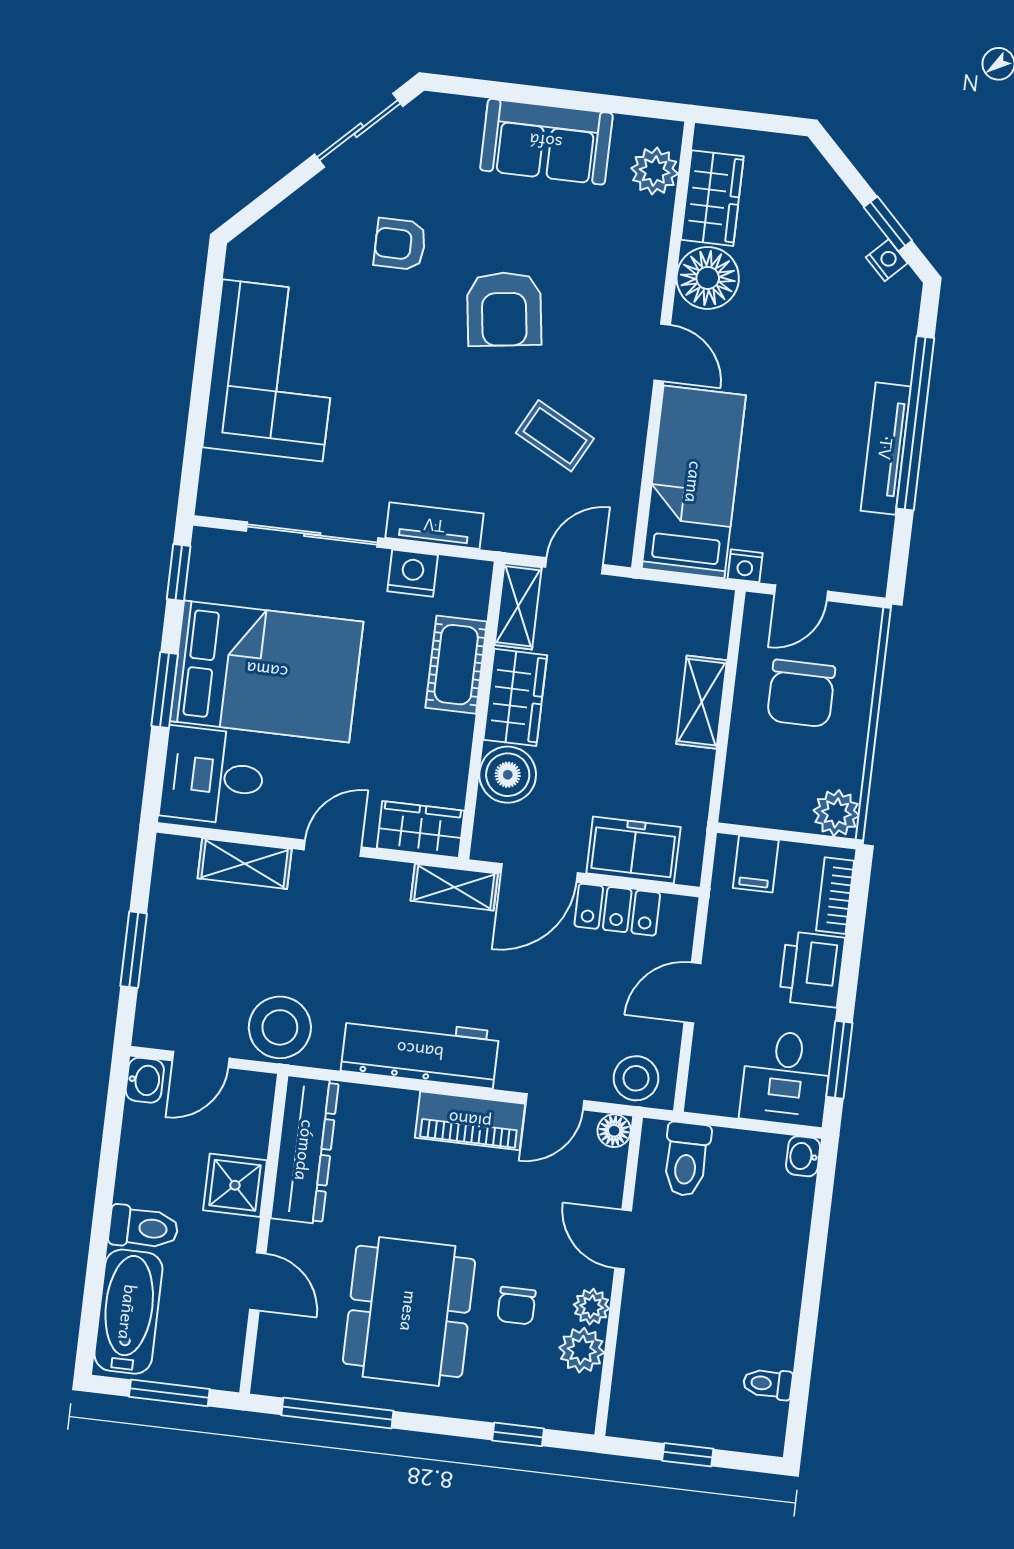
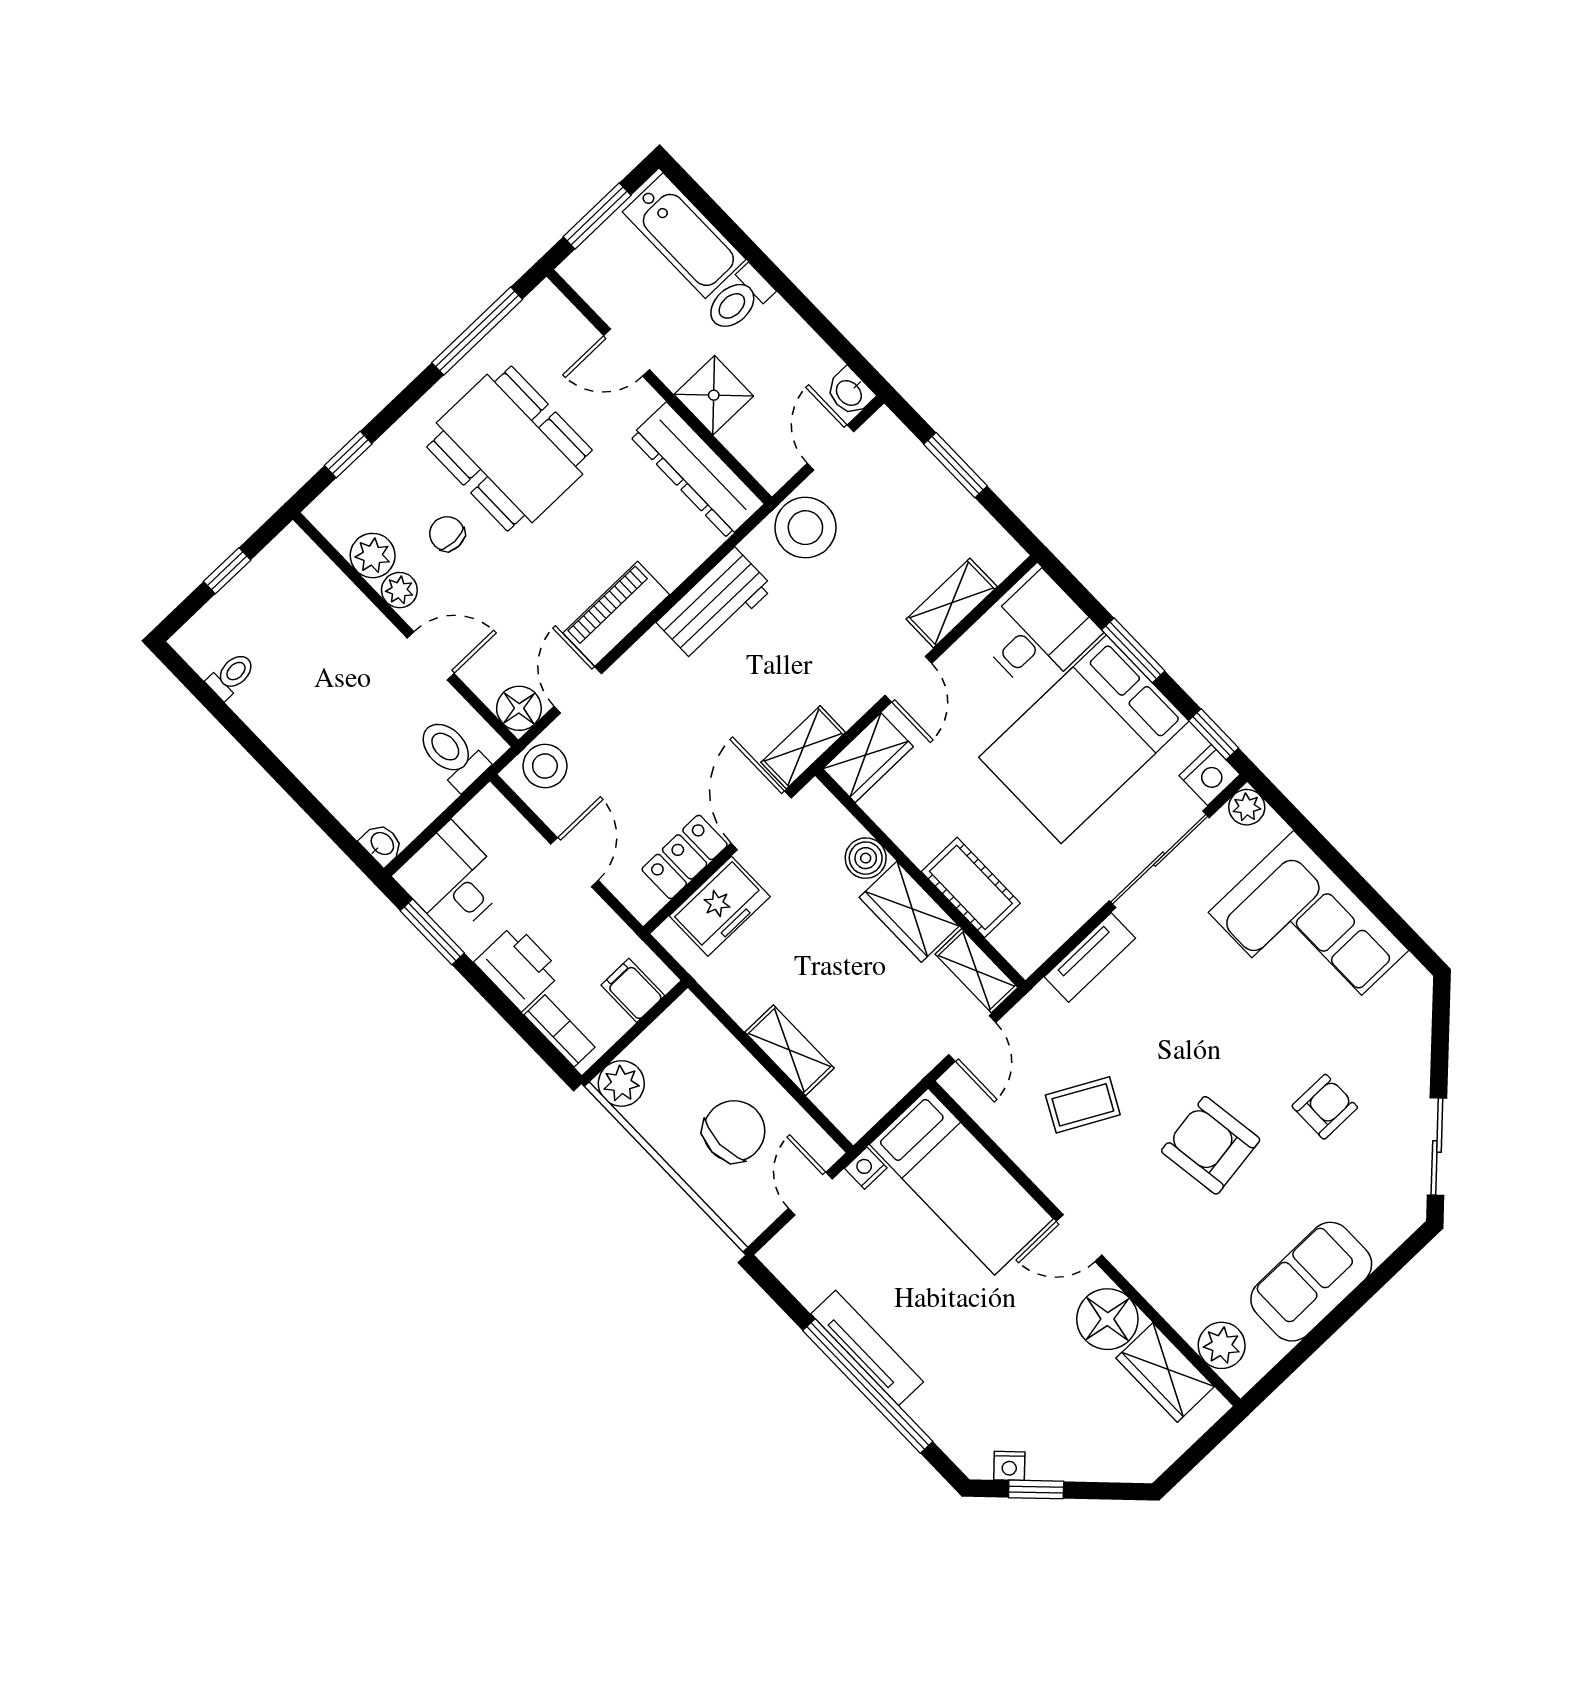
plant: (215, 499) -> (1247, 807), added
nightstand: (413, 573) -> (1209, 775), moved
chair: (801, 693) -> (734, 1131), turned 90
boiler: (508, 775) -> (866, 858), width x0.73, depth x0.73
workbench: (420, 1051) -> (715, 605), width x0.73
floor lamp: (614, 1131) -> (519, 708), width x1.37, depth x1.37

